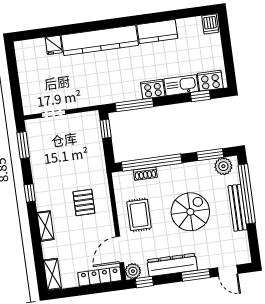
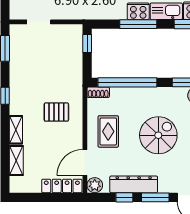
window: (134, 105) -> (138, 24), moved
shoe rack: (145, 174) -> (98, 92), moved
pallet: (84, 202) -> (56, 112), turned 90
shelving: (52, 274) -> (16, 160), moved
window: (144, 282) -> (124, 197), moved

